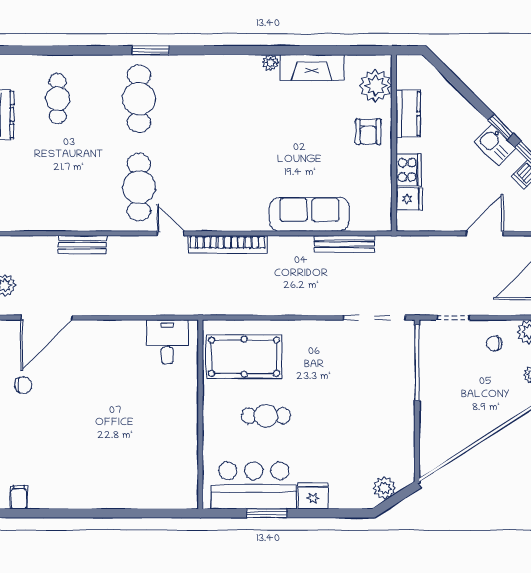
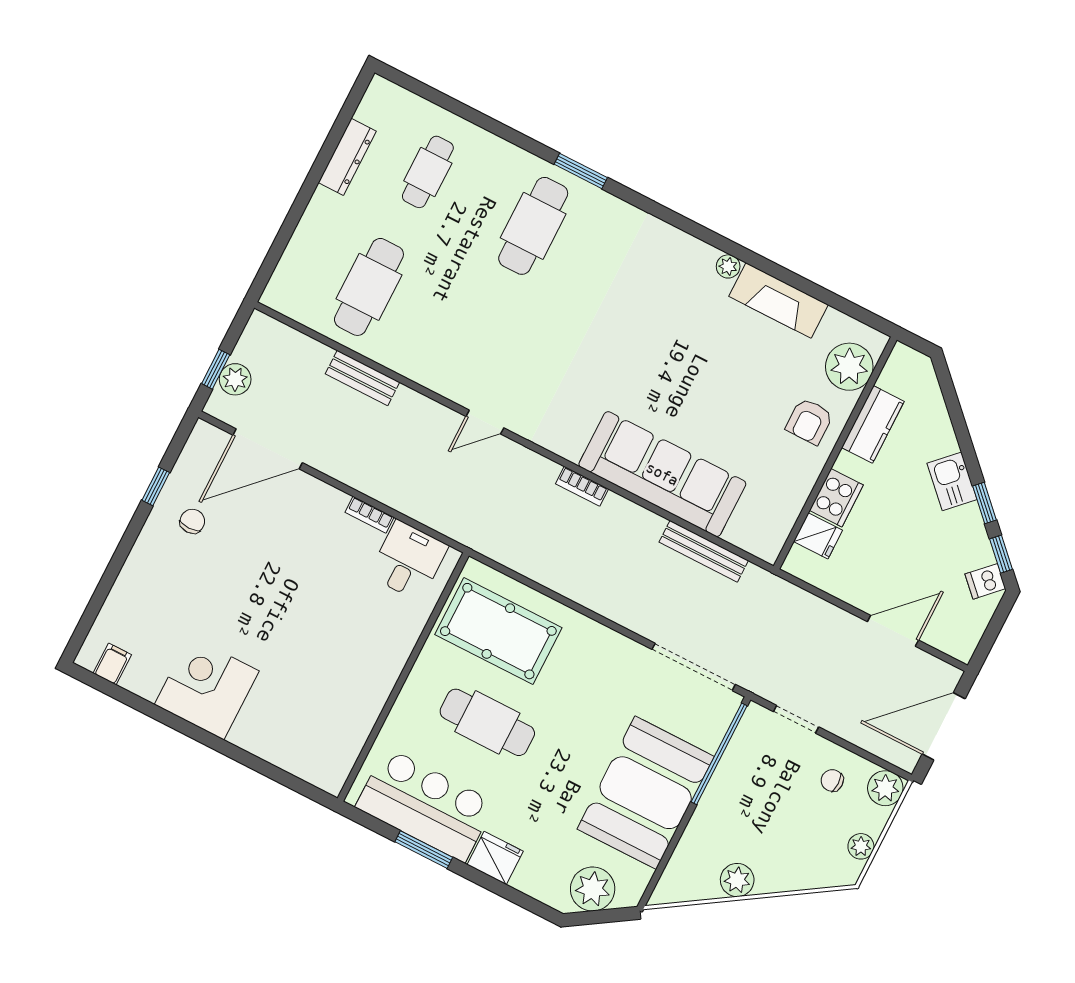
kitchen sink: (495, 145) -> (952, 481), moved
cafe table: (139, 187) -> (369, 287), moved
sofa: (310, 214) -> (662, 474), width x1.36, depth x1.27
door: (171, 233) -> (485, 422), swing flipped
bookcase: (228, 244) -> (582, 486), width x0.43, depth x0.76
bookcase: (129, 326) -> (370, 515), added
chair: (23, 385) -> (192, 521), turned -90
booth: (384, 409) -> (646, 793), added
cafe table: (266, 416) -> (487, 722), width x1.37, depth x1.35
plant: (467, 434) -> (737, 880), added
corner desk: (84, 482) -> (207, 688), added
plant: (384, 488) -> (593, 889), width x1.36, depth x1.36

